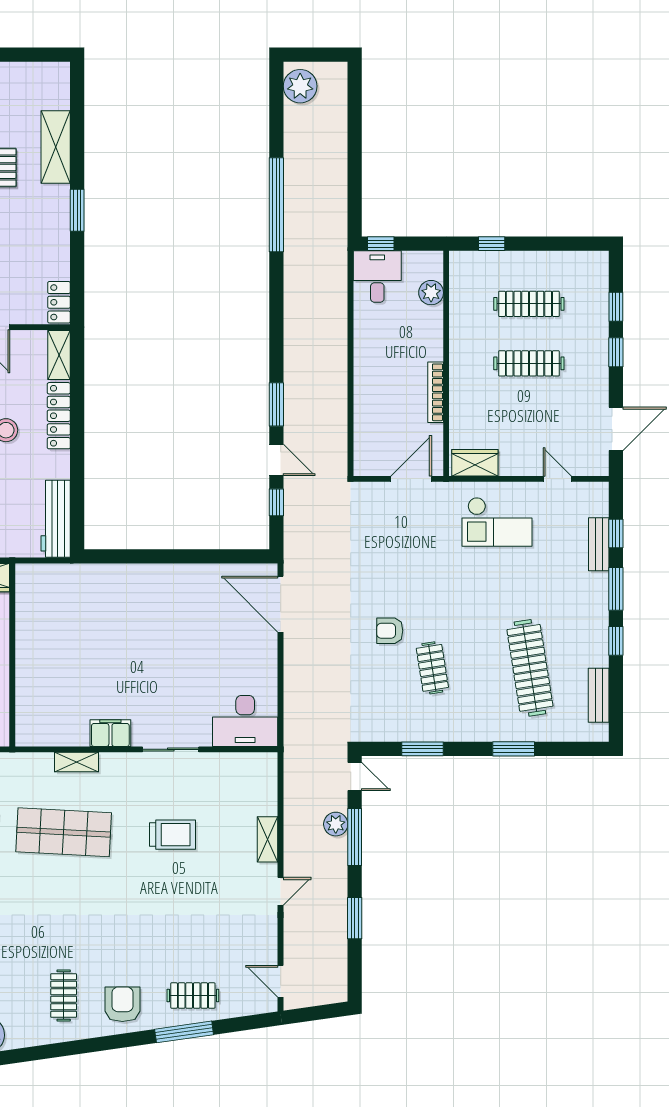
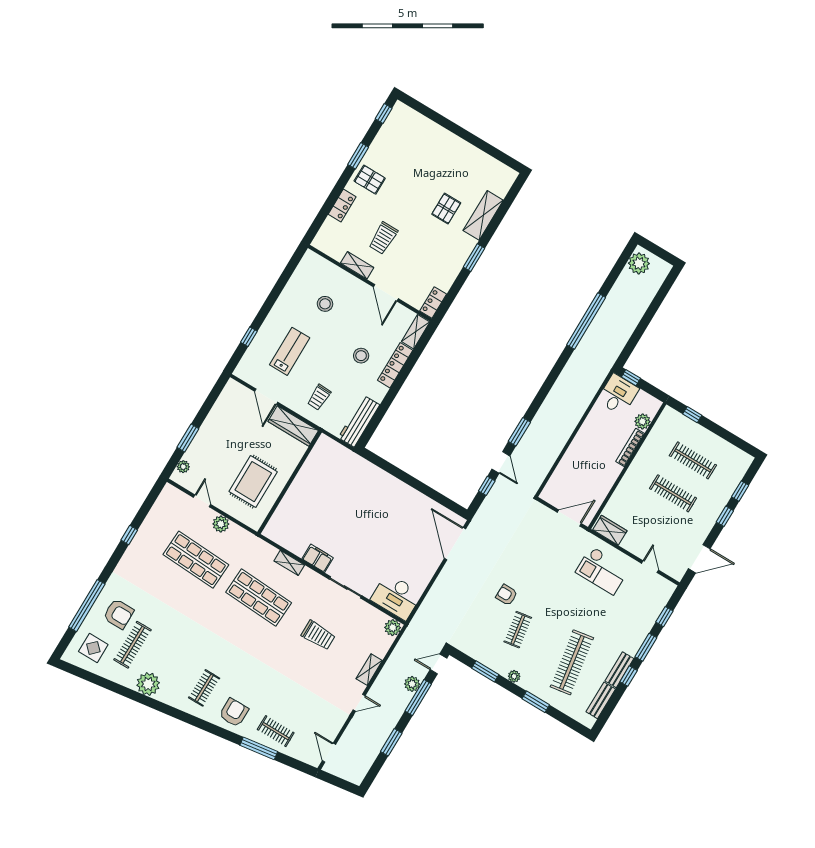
bookcase: (436, 392) -> (630, 448), moved
bench: (599, 544) -> (619, 670), moved
plant: (465, 733) -> (514, 676), added
plant: (265, 765) -> (393, 628), added
door: (355, 777) -> (438, 664), swing flipped

